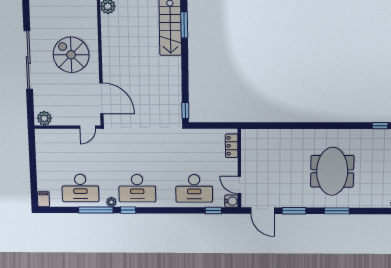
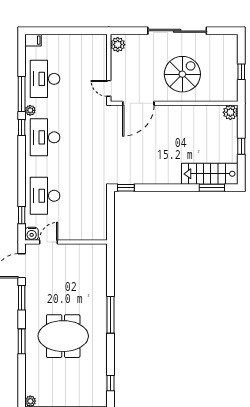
window: (312, 126) -> (110, 315), added
locker: (232, 146) -> (90, 234), removed

